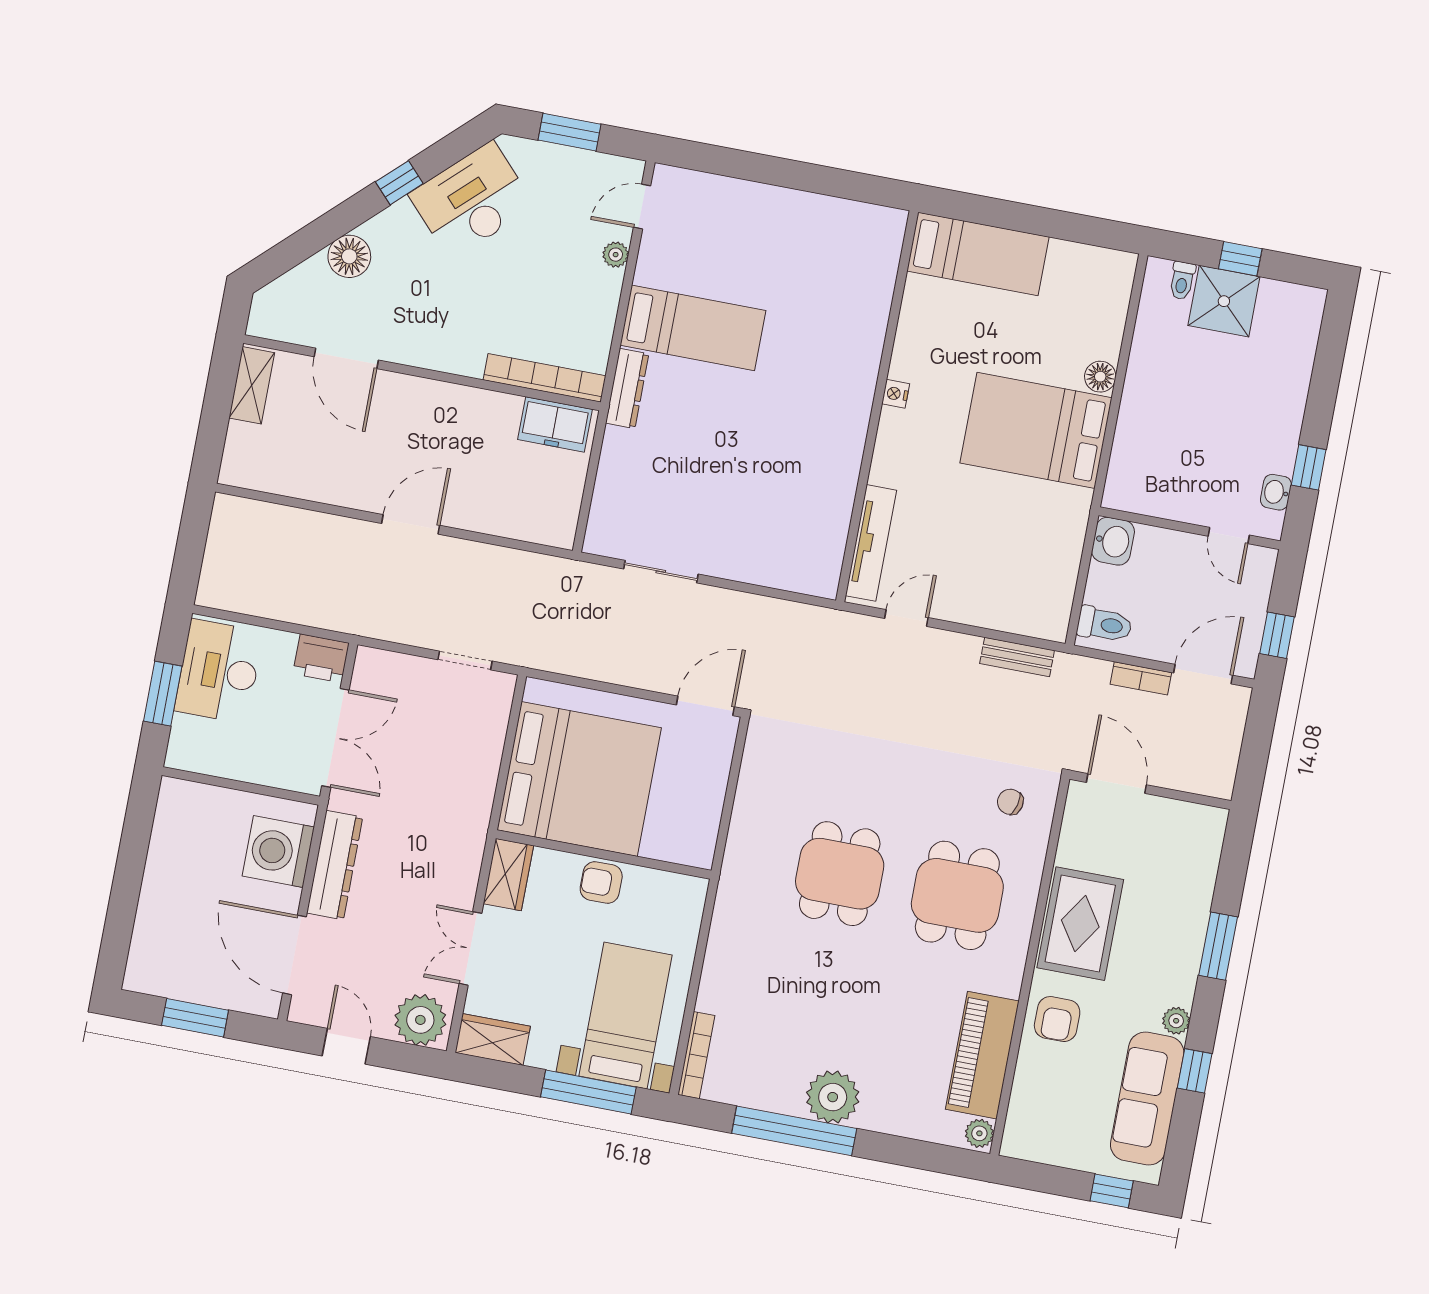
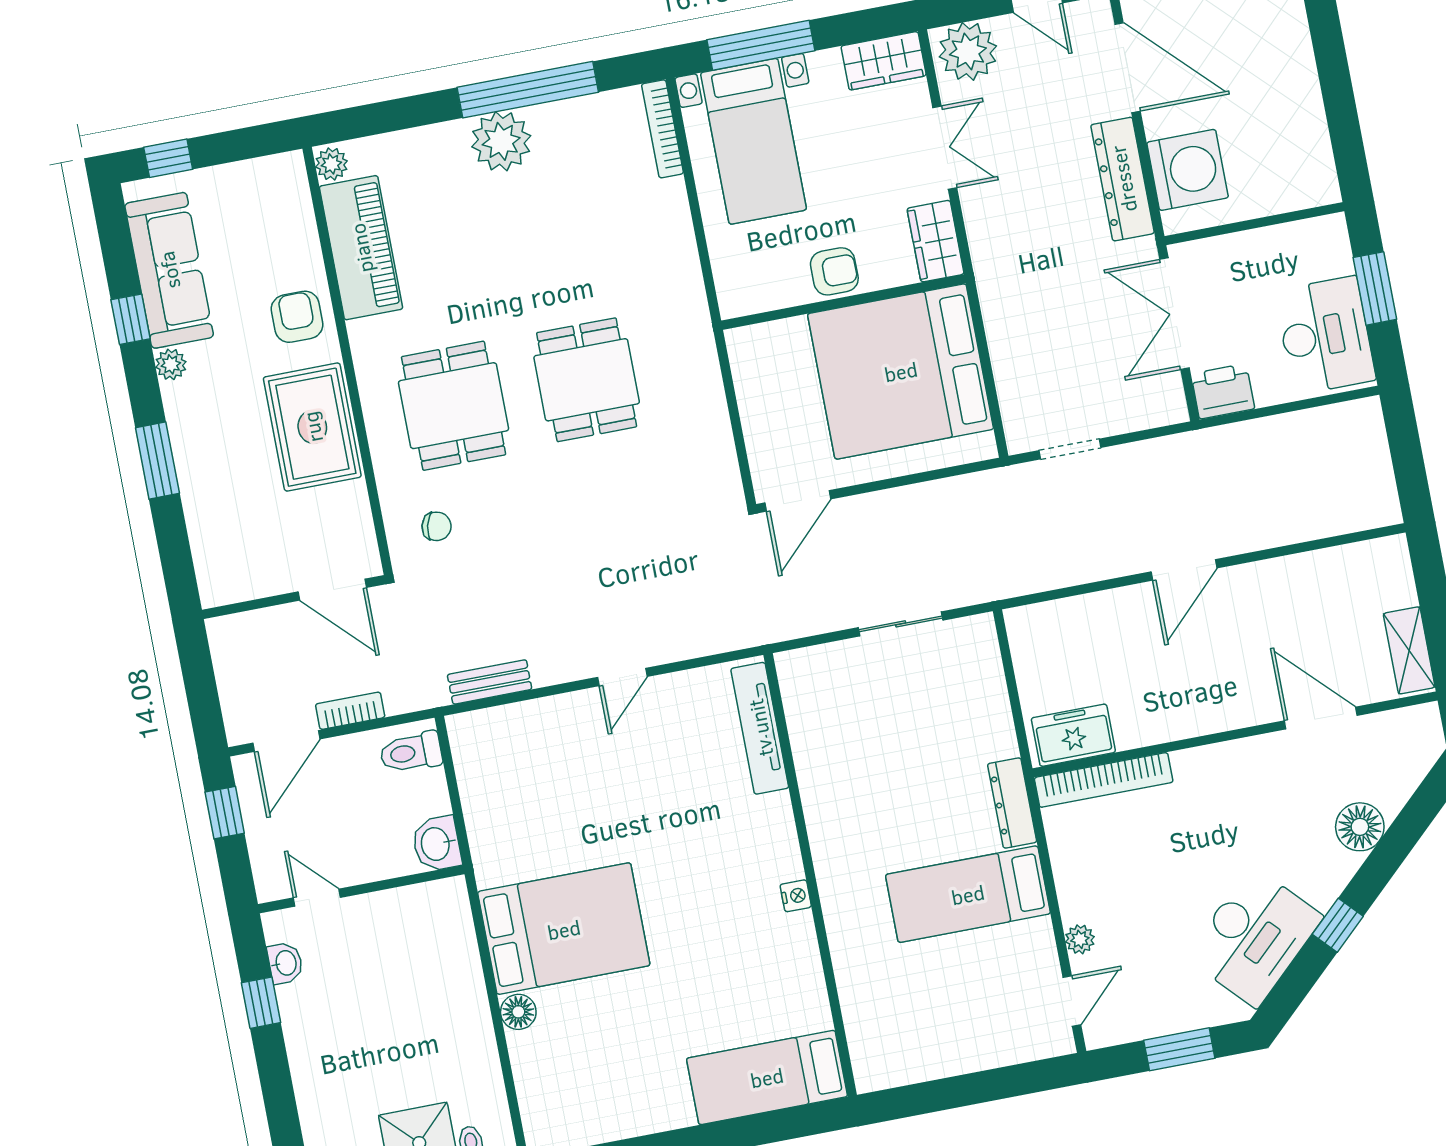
bed: (978, 254) -> (767, 1077), moved
nightstand: (896, 394) -> (796, 896), moved
wall: (877, 406) -> (810, 875), moved
tv unit: (871, 543) -> (760, 728), moved

